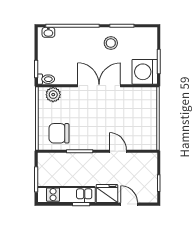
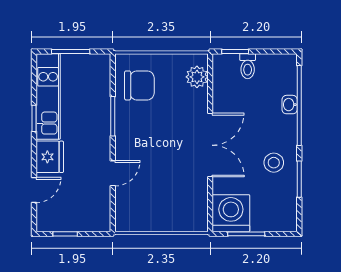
washbasin: (48, 32) -> (290, 105), moved
toilet: (46, 79) -> (248, 66), moved
chair: (59, 133) -> (139, 85), turned 90

